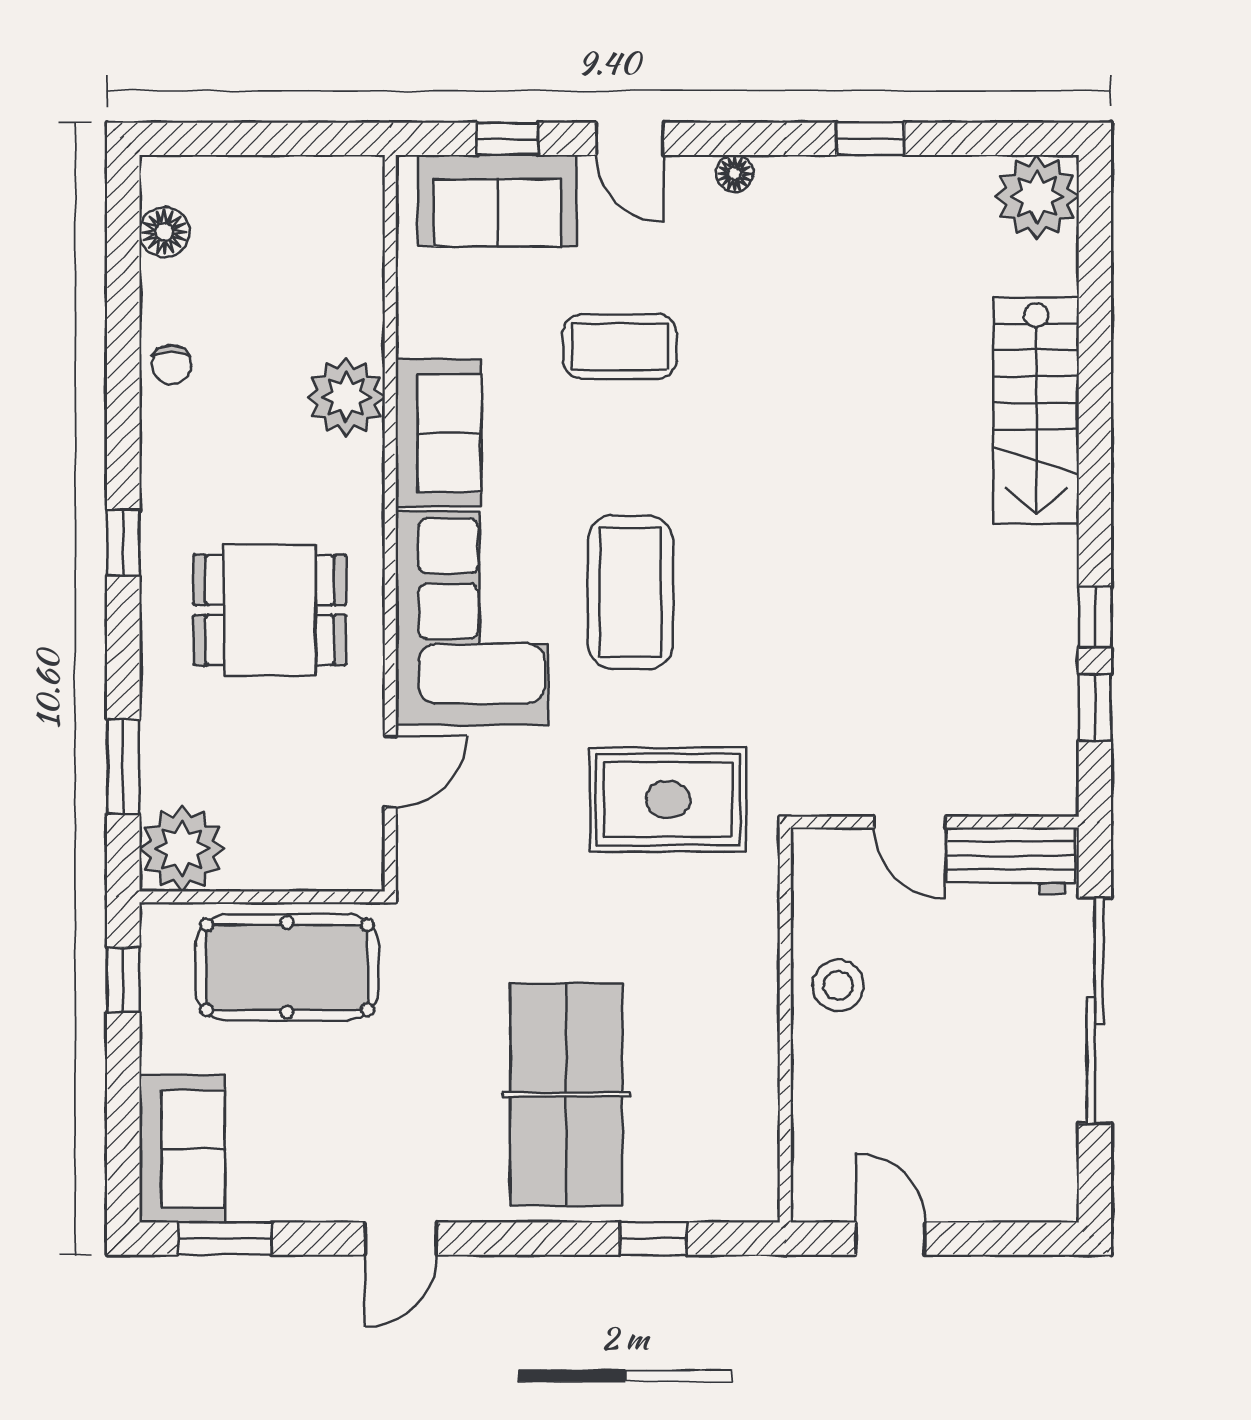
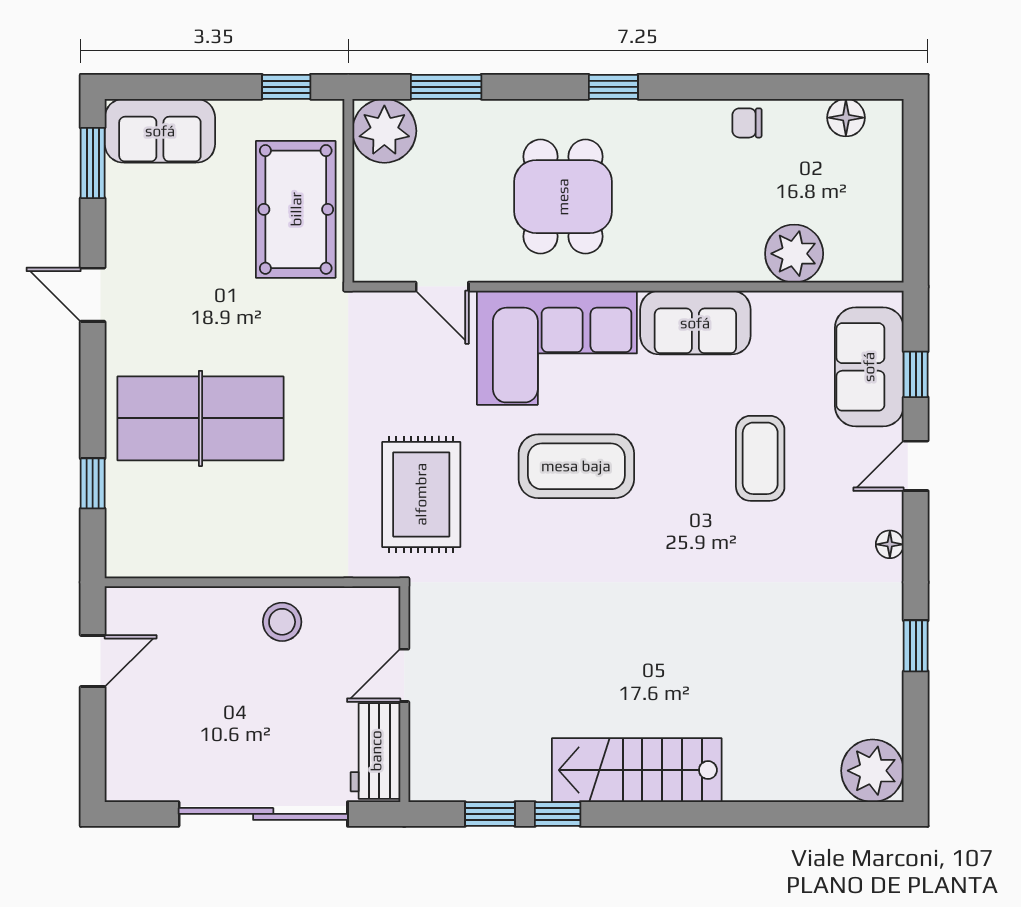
plant: (346, 397) -> (794, 254), moved
stairs: (1036, 410) -> (637, 770), moved

